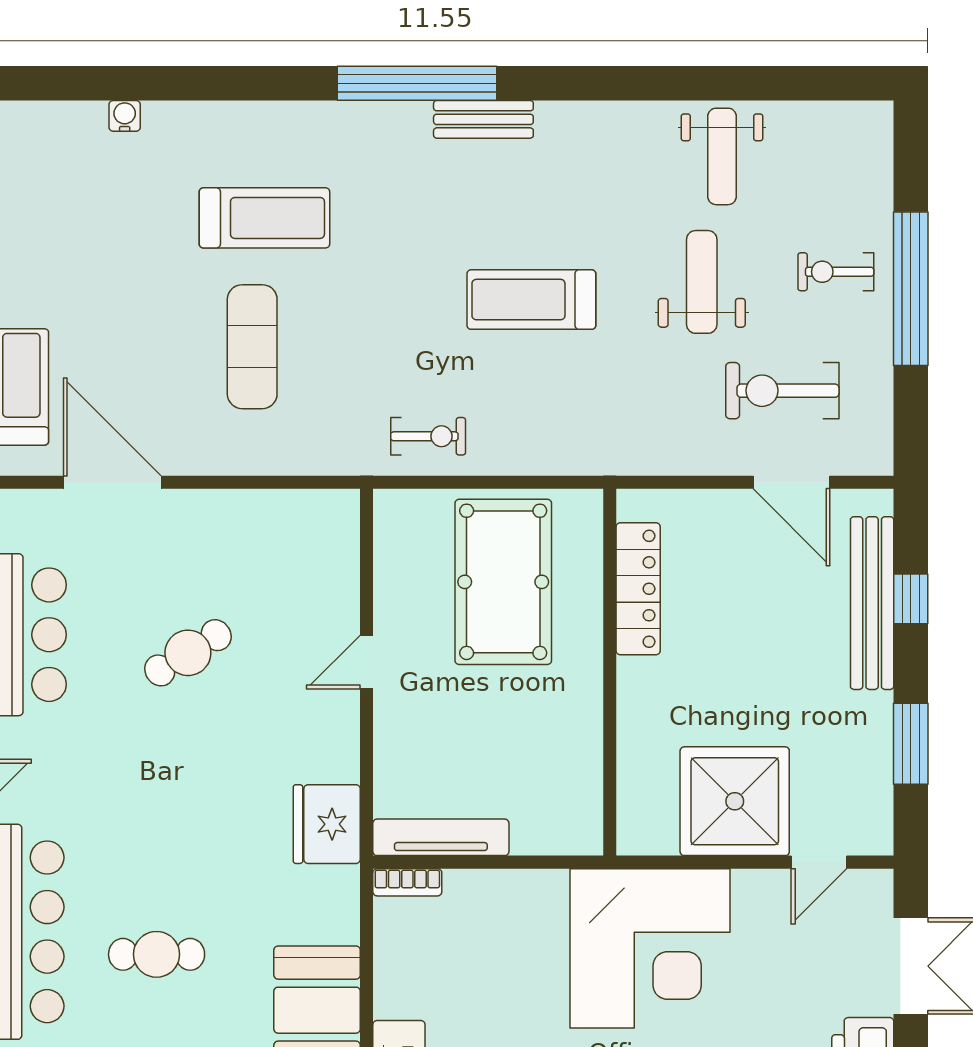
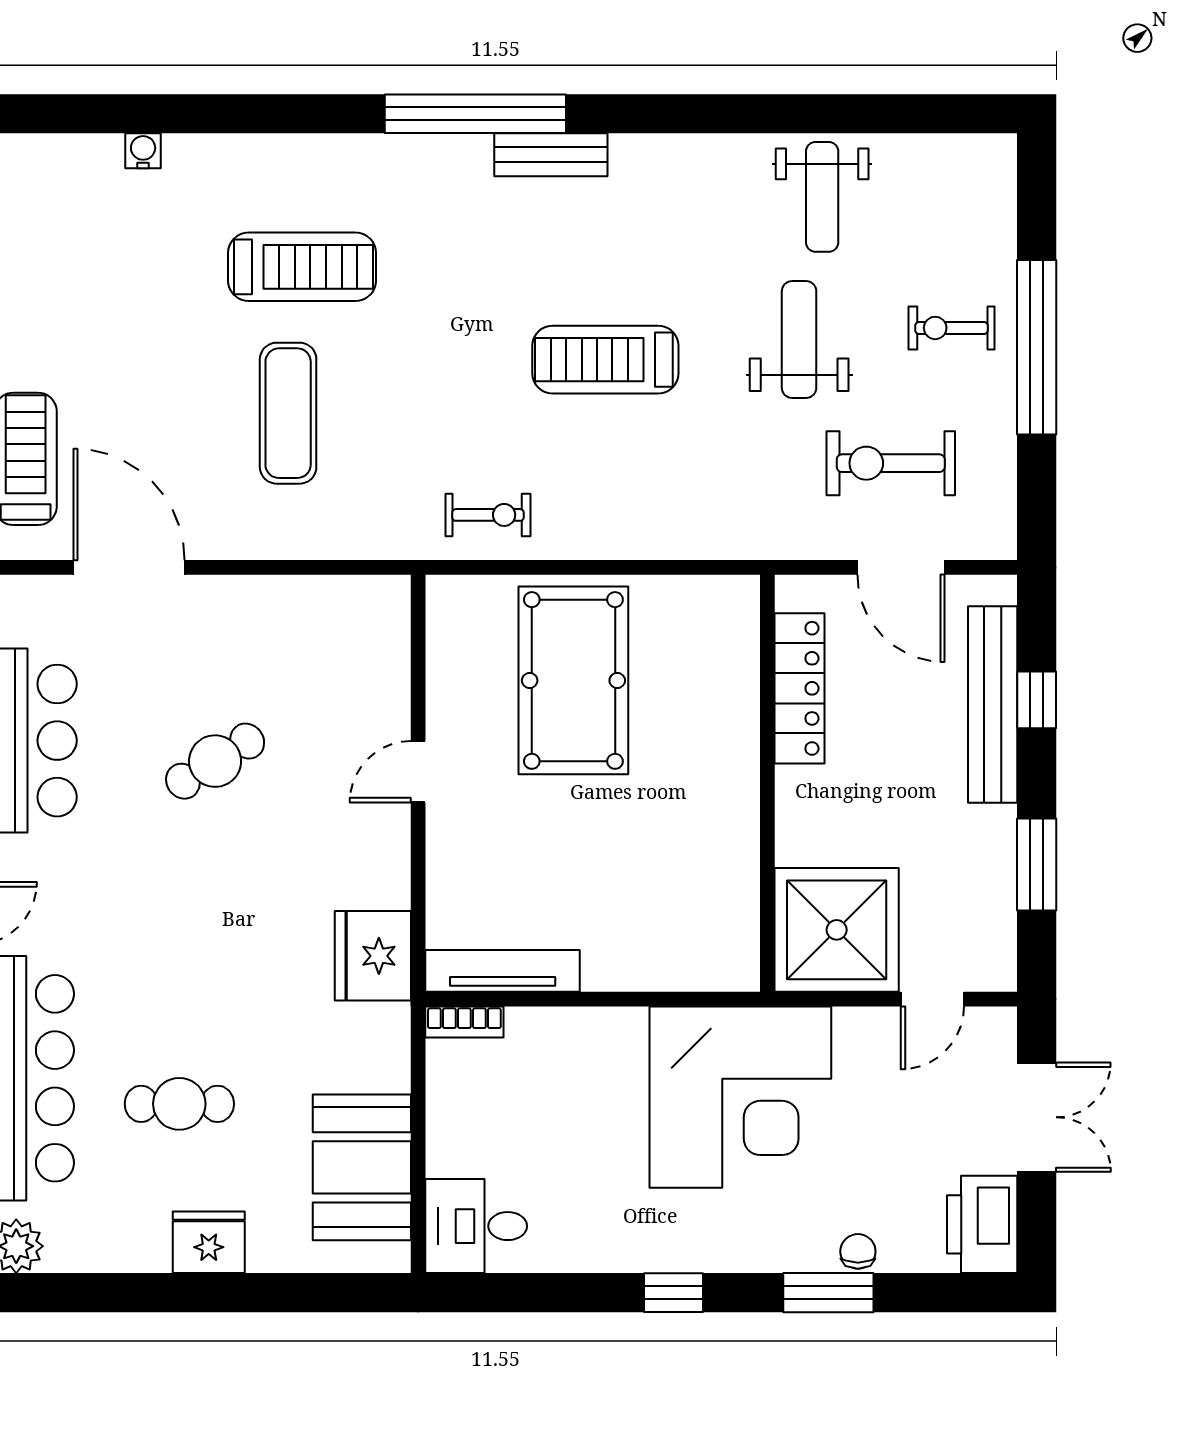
locker: (638, 589) -> (800, 688), moved
wall: (610, 672) -> (767, 783), moved

